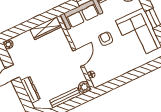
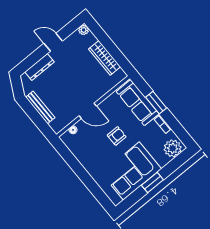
wardrobe: (46, 28) -> (105, 58), moved
plant: (84, 87) -> (57, 126), removed

